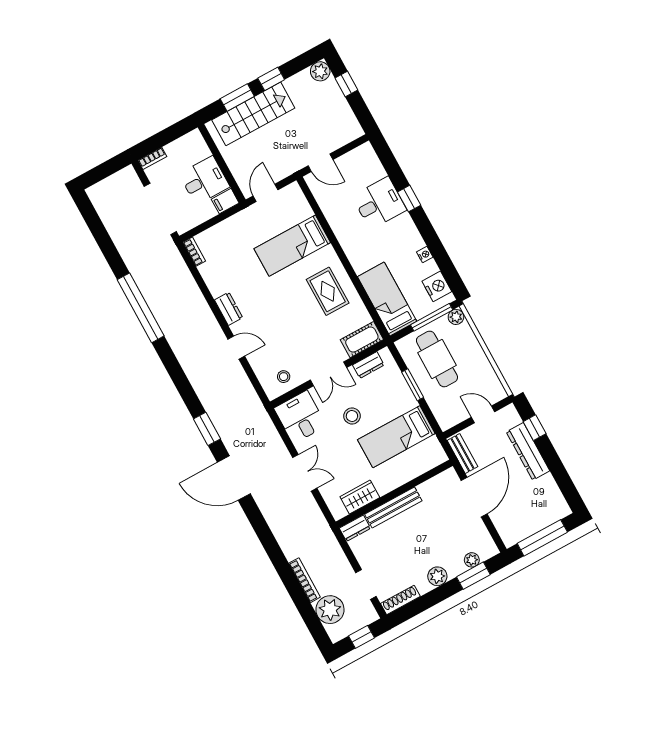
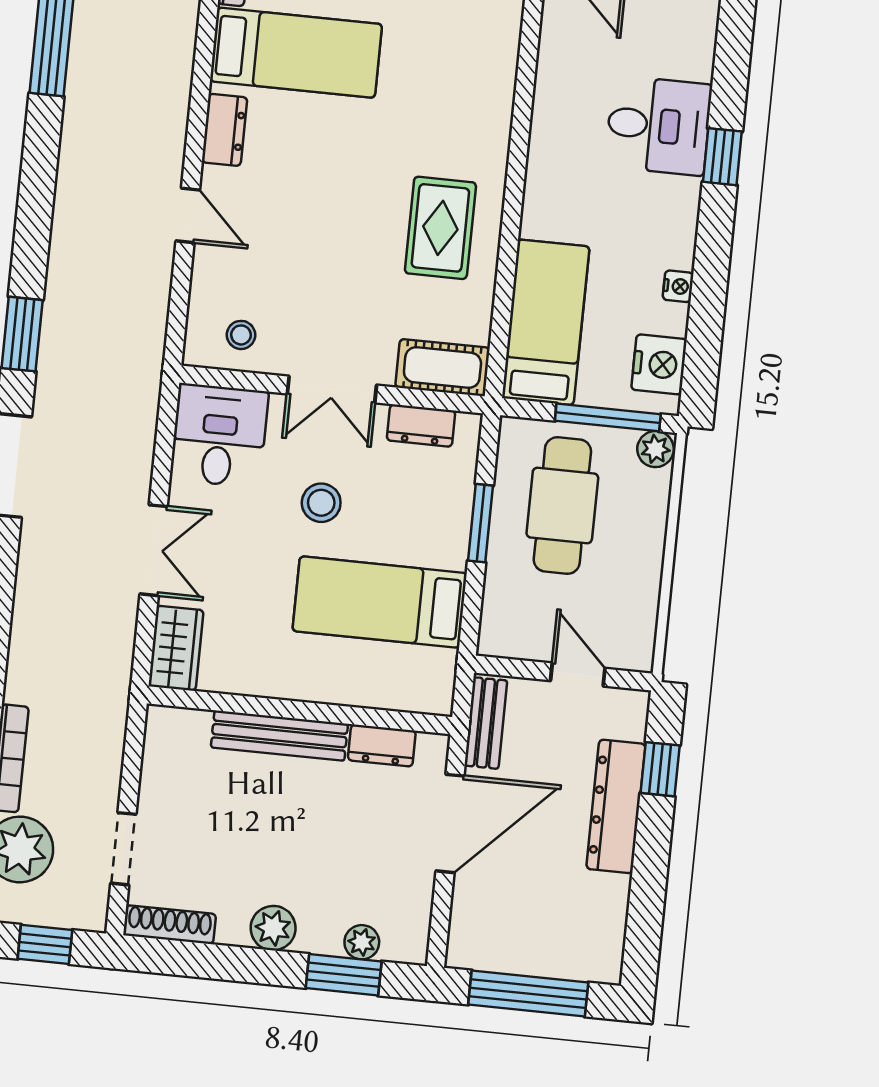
bed: (292, 246) -> (296, 53), moved, turned 180
wardrobe: (360, 497) -> (176, 648), moved, turned 90
dresser: (355, 528) -> (382, 745), moved

